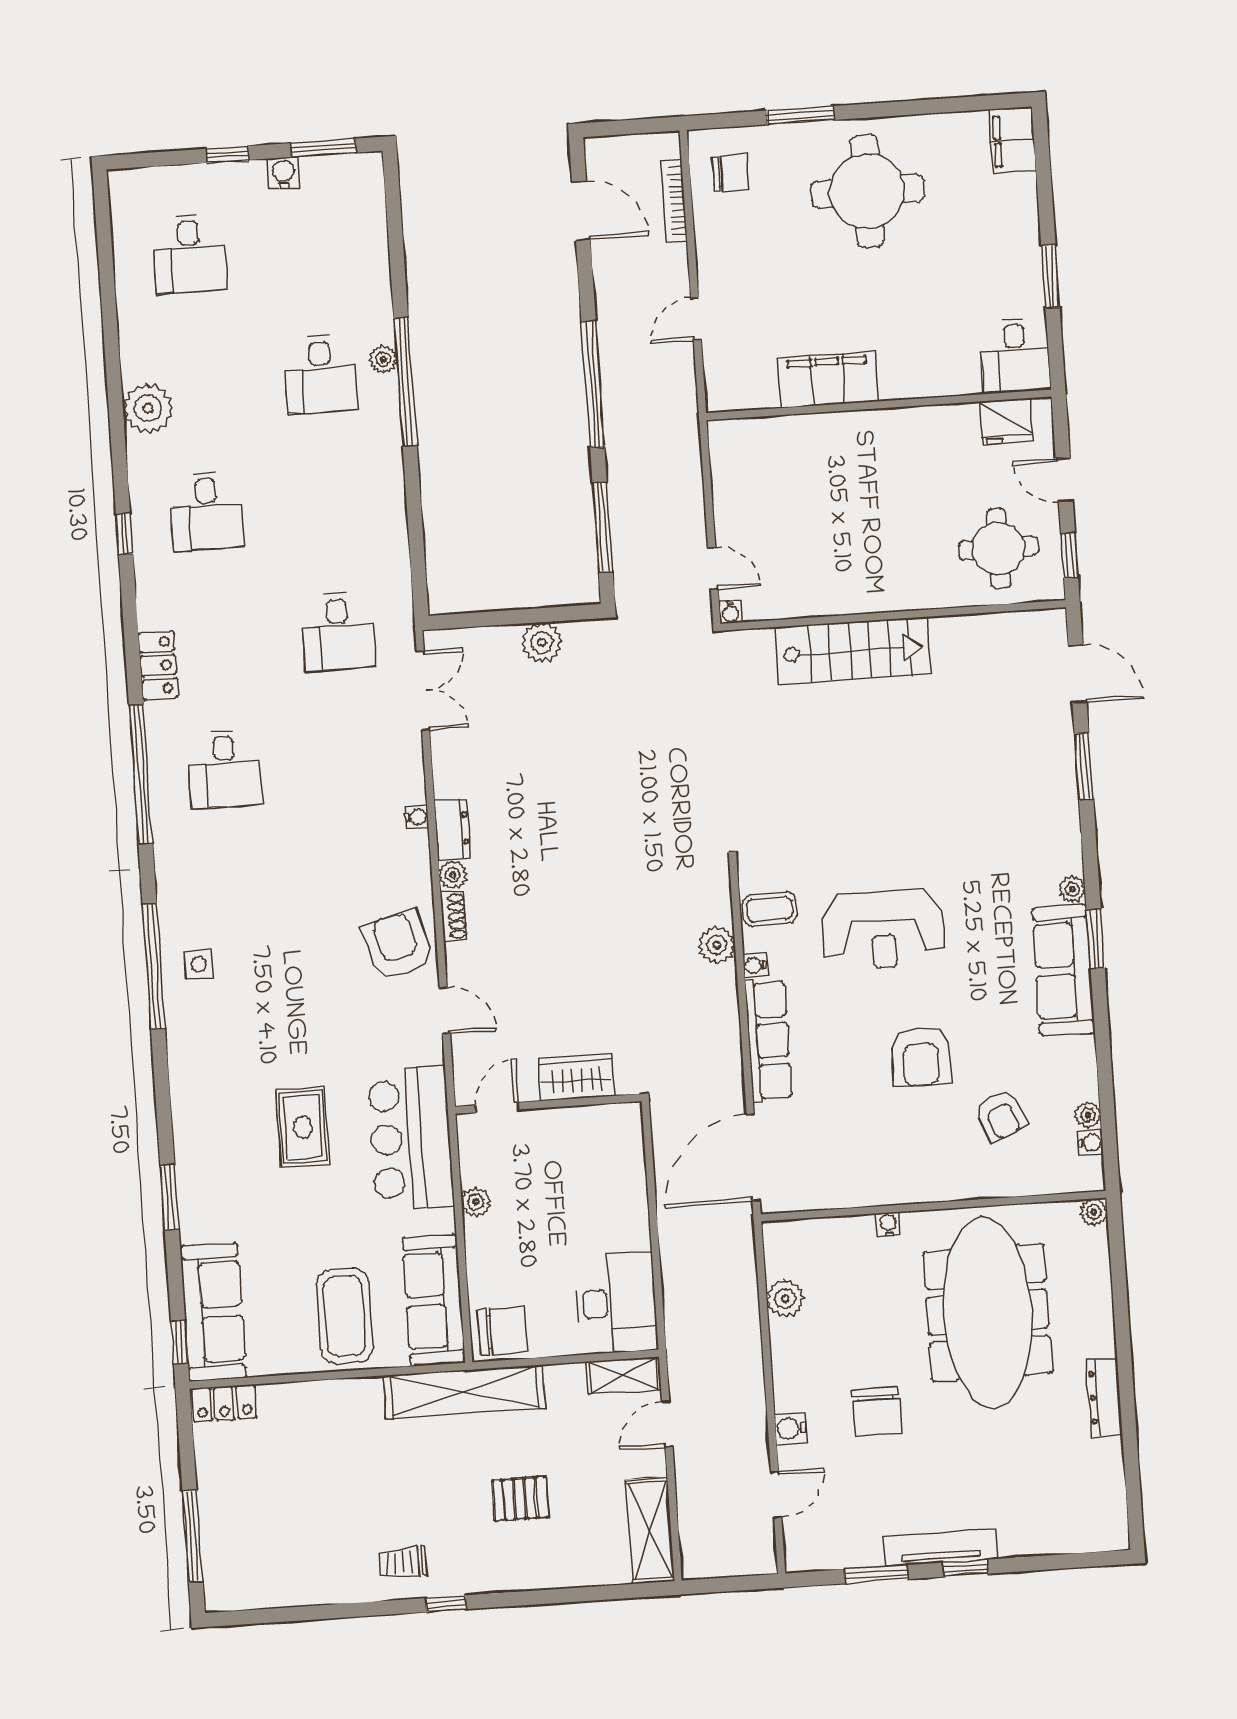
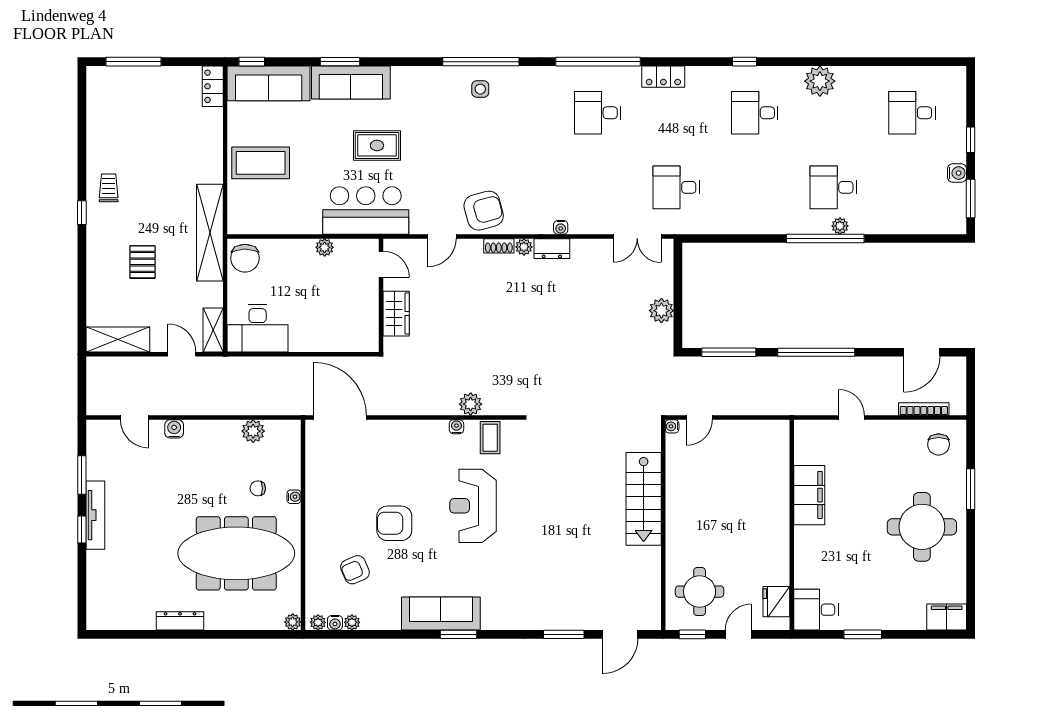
plant: (1072, 889) -> (318, 622), moved
row of seats: (769, 1040) -> (410, 432), removed
sofa: (434, 1300) -> (351, 82), moved, turned 180
chair: (877, 1412) -> (258, 488), moved, width x0.54, depth x0.54

